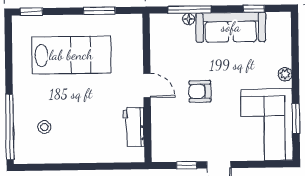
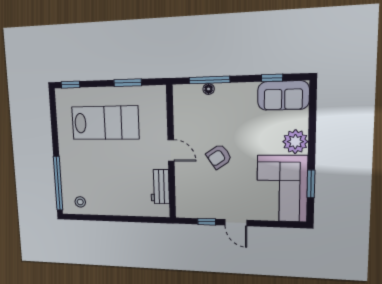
sofa: (231, 27) -> (283, 96), moved, width x0.73
plant: (285, 74) -> (295, 142), width x1.88, depth x1.88
armchair: (200, 91) -> (219, 156), turned -34
stool: (44, 127) -> (80, 202), moved

